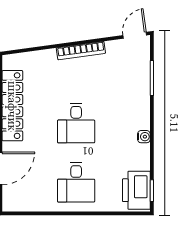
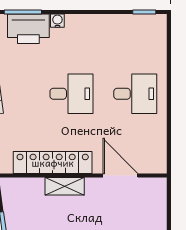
water cooler: (144, 137) -> (57, 21), moved
printer: (136, 190) -> (28, 29), moved

